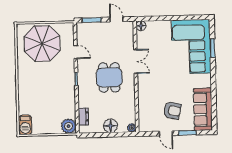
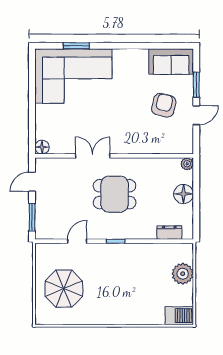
parasol: (42, 44) -> (64, 289), width x0.73, depth x0.73
sofa: (203, 109) -> (171, 62), width x0.73
plant: (69, 126) -> (183, 274), moved

